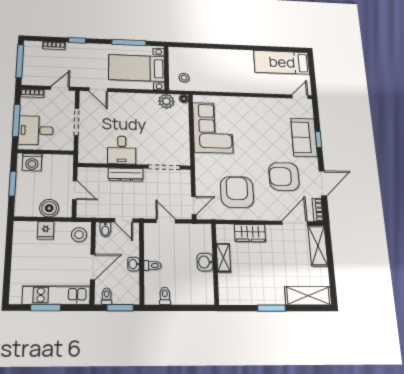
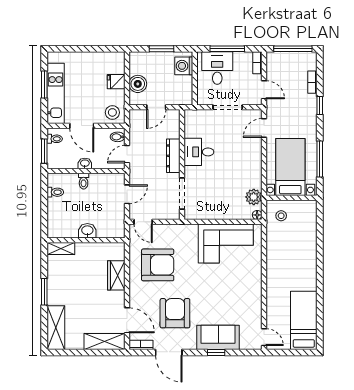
shelving: (223, 258) -> (61, 248), moved

